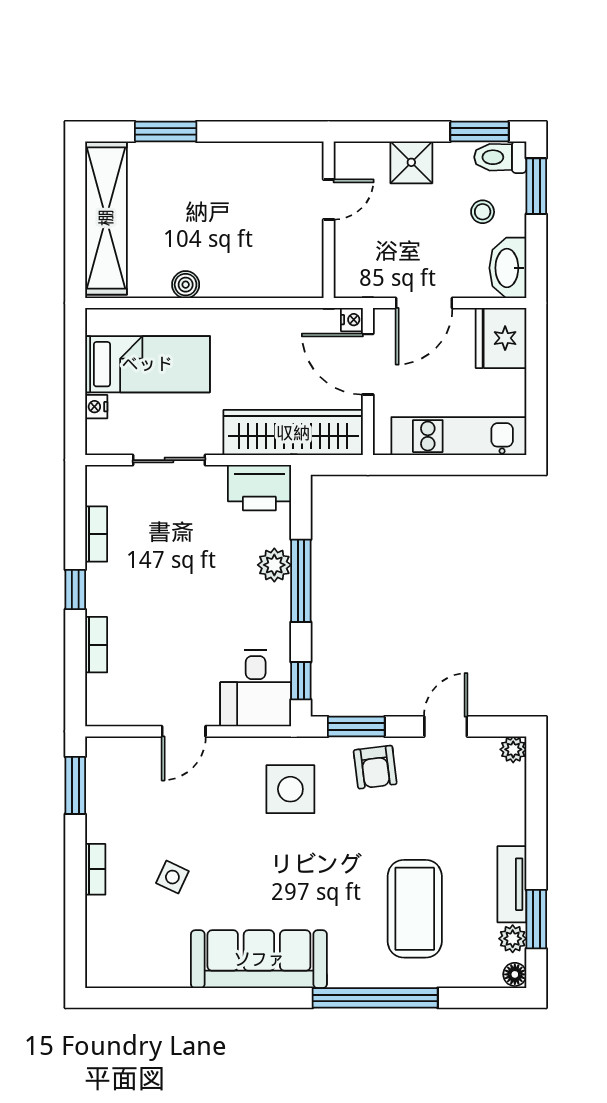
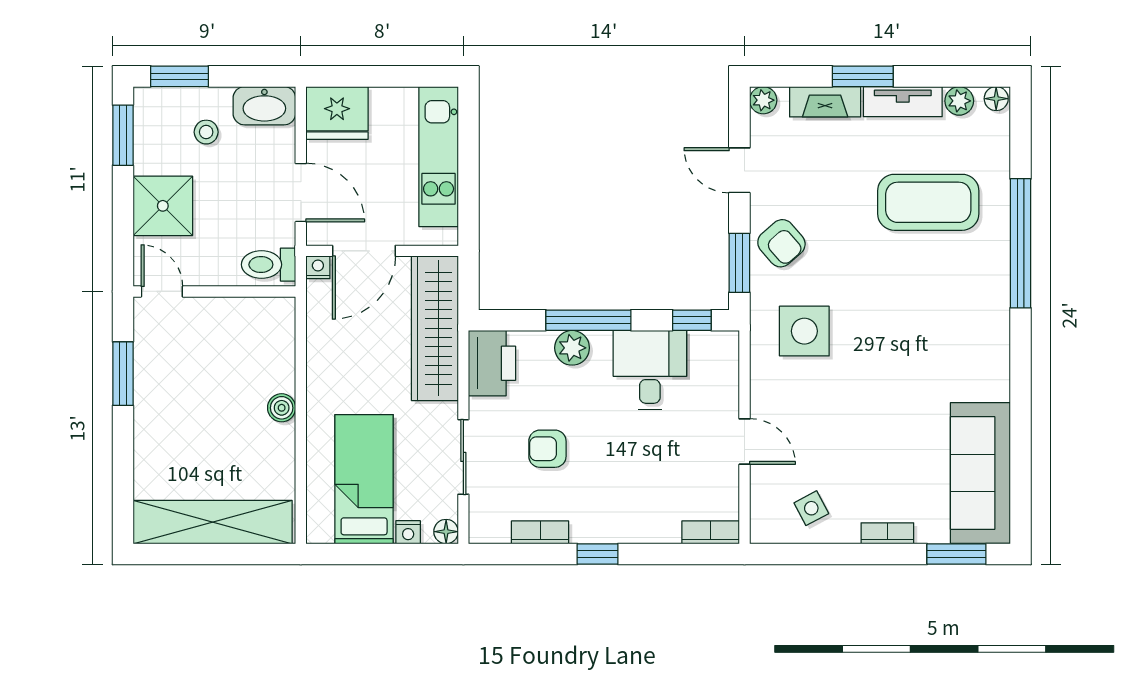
window: (166, 131) -> (123, 374), moved
toilet: (500, 157) -> (269, 265), moved, turned 90
shower: (411, 162) -> (163, 206), width x1.36, depth x1.36
door: (329, 200) -> (162, 291), moved
boiler: (186, 285) -> (282, 408), moved
floor lamp: (97, 443) -> (446, 532), added
armchair: (177, 541) -> (547, 449), added
bookcase: (96, 645) -> (711, 532), moved
desk: (256, 688) -> (650, 370), moved, turned -90
armchair: (375, 767) -> (781, 243), turned 56
window: (75, 785) -> (956, 554), moved
fireplace: (512, 809) -> (825, 102), added
side table: (172, 877) -> (811, 508), moved, turned 37
window: (536, 919) -> (863, 76), moved
sofa: (259, 959) -> (980, 473), moved

